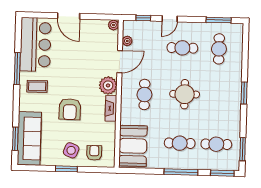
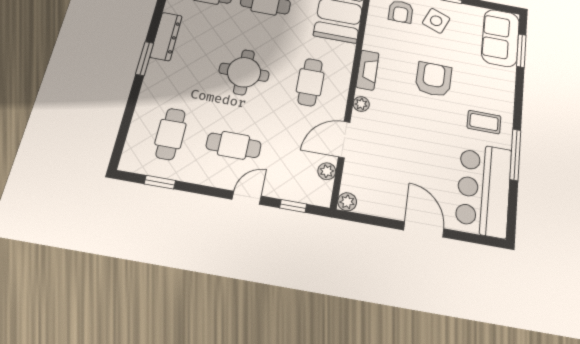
window: (219, 20) -> (160, 182), width x0.67
plant: (108, 85) -> (361, 104), width x0.53, depth x0.53
dresser: (235, 110) -> (166, 36), added
sofa: (29, 138) -> (500, 38), width x0.73

